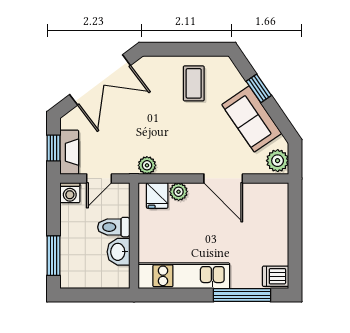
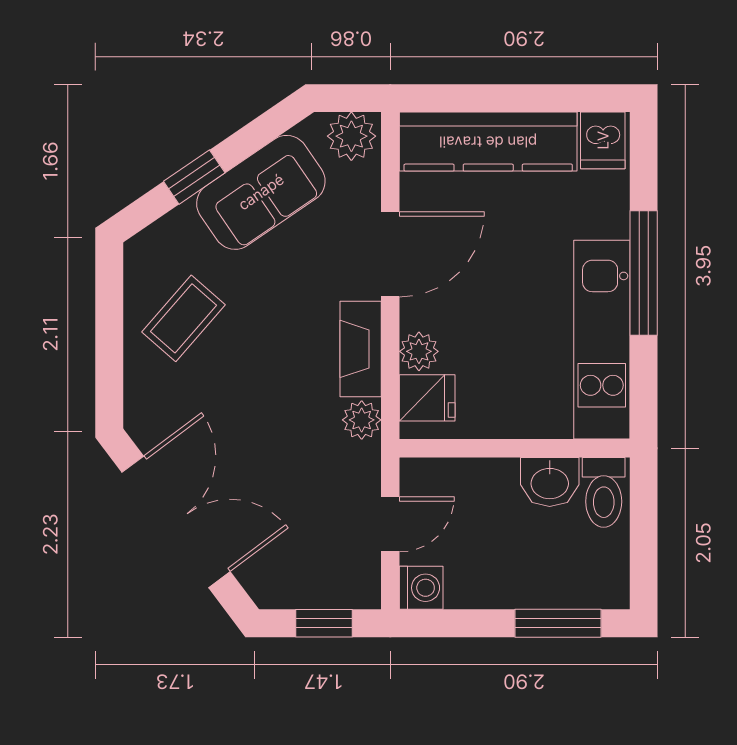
coffee table: (194, 83) -> (183, 318), turned -49
fireplace: (69, 152) -> (361, 349), moved, turned -90
door: (99, 179) -> (390, 524), hinge flipped
kitchen counter: (275, 224) -> (488, 142), added
toilet: (114, 227) -> (604, 492), moved
window: (242, 295) -> (644, 273), moved

